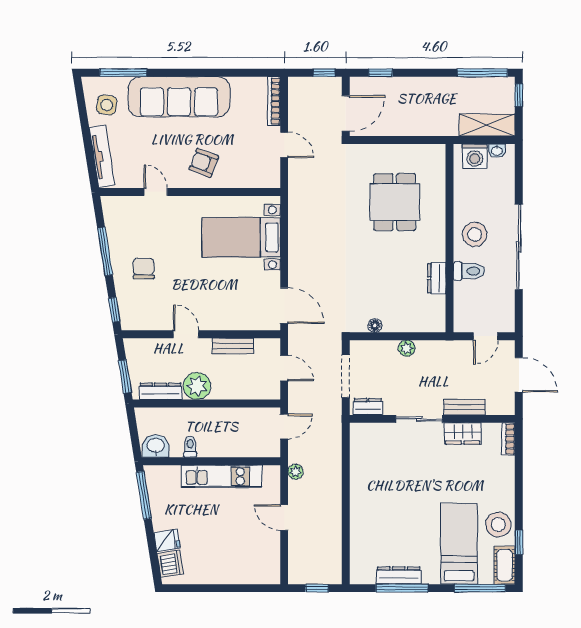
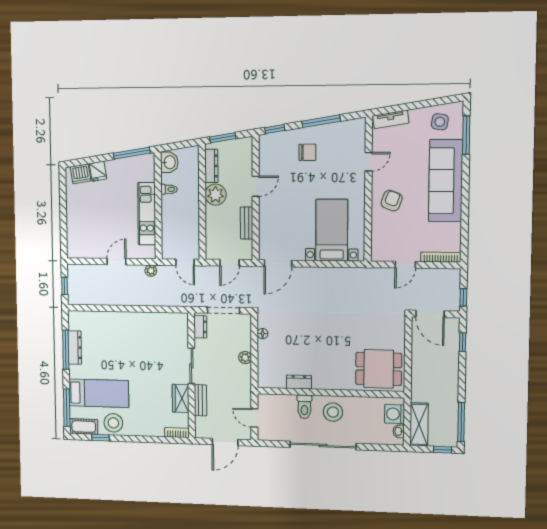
tv unit: (102, 156) -> (391, 119), width x0.71
dining table: (395, 202) -> (379, 369), moved

